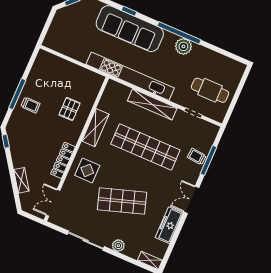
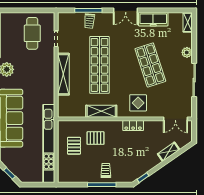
kitchen unit: (130, 76) -> (49, 143), moved
pallet: (71, 83) -> (74, 146), added
locker: (63, 160) -> (133, 126), width x0.66

